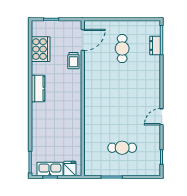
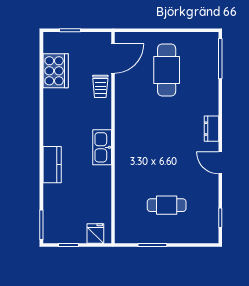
dresser: (155, 45) -> (211, 129), moved
cafe table: (122, 49) -> (167, 70), width x1.37, depth x1.35
kitchen counter: (38, 88) -> (52, 165), moved
door: (162, 117) -> (220, 163), hinge flipped
kitchen sink: (50, 169) -> (102, 147), moved, turned -90

